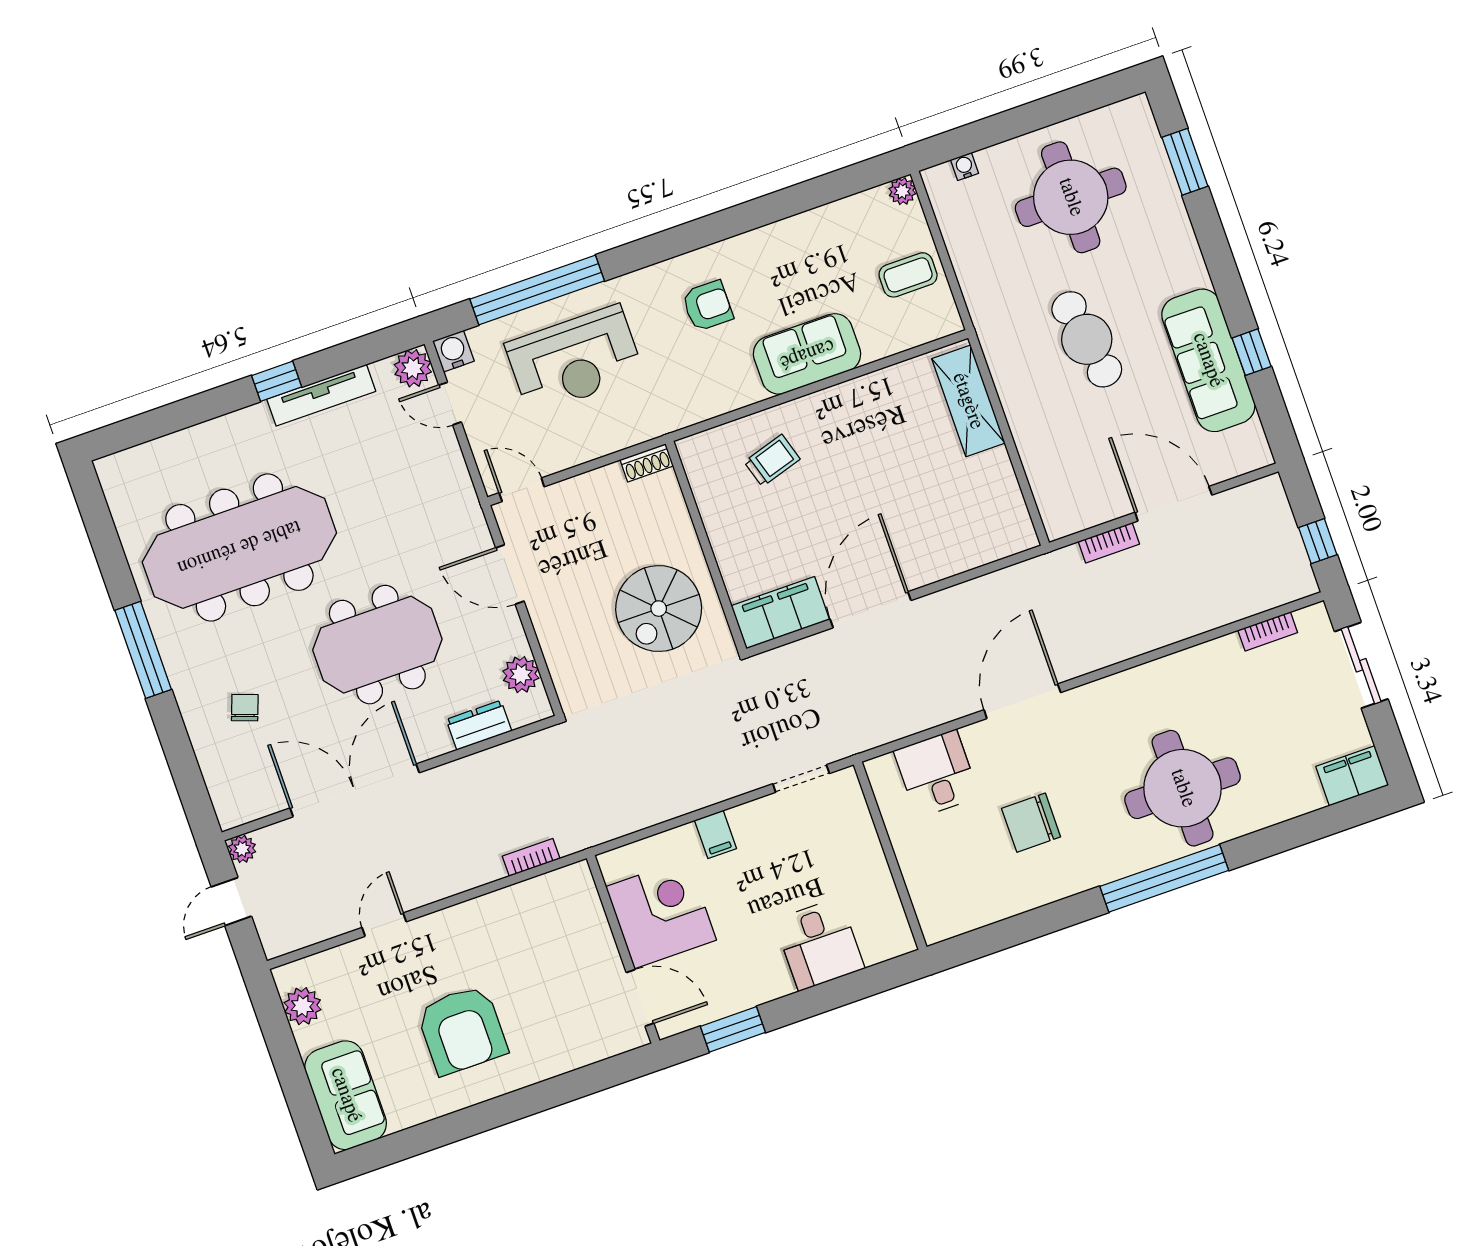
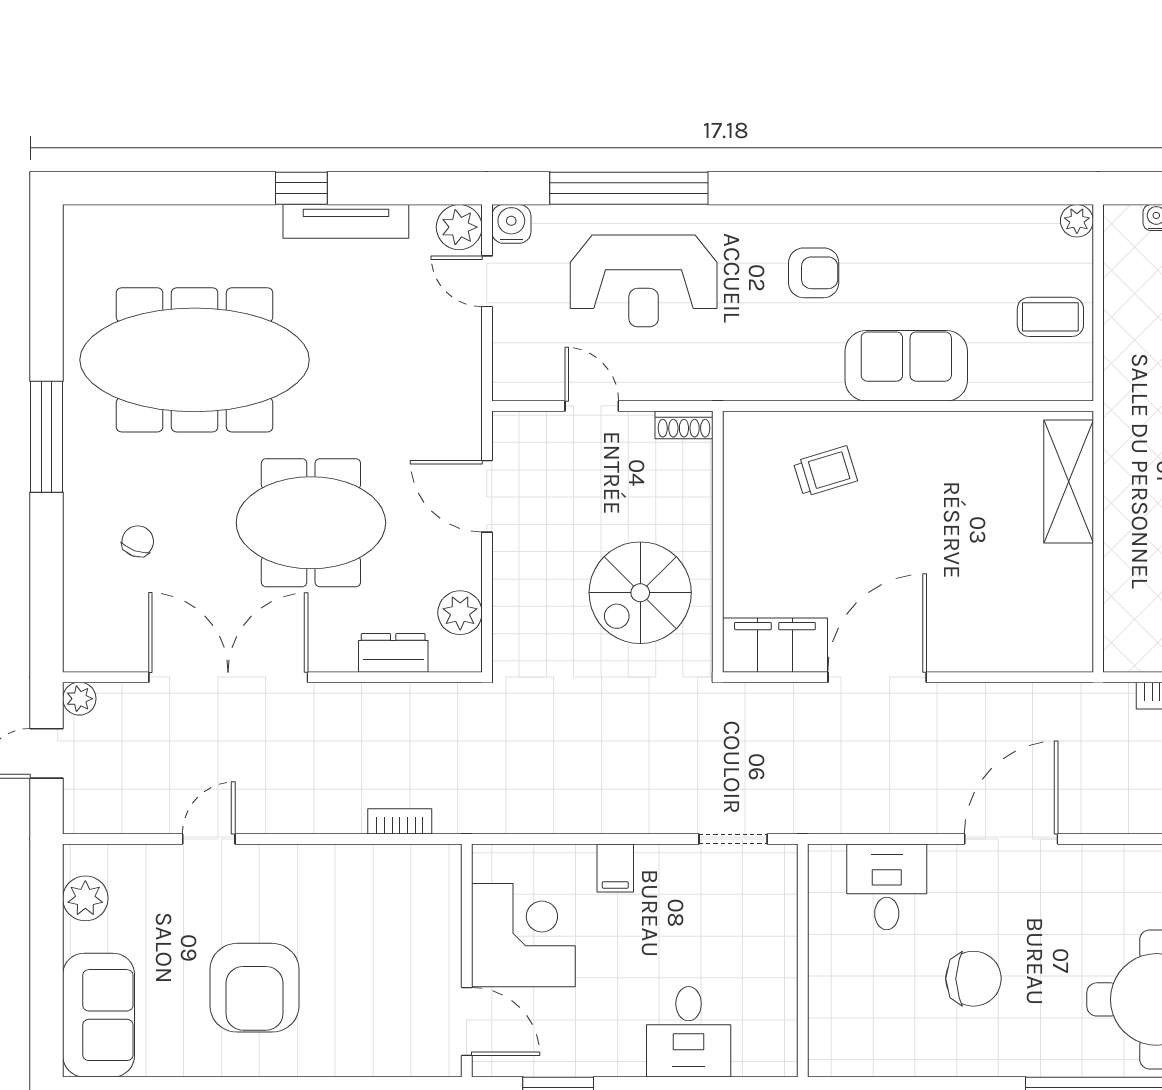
door: (522, 490) -> (592, 406), moved
chair: (1031, 823) -> (973, 979), turned 180

